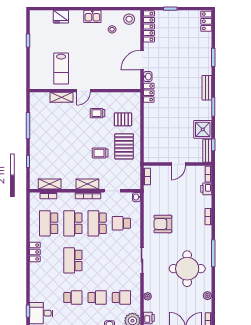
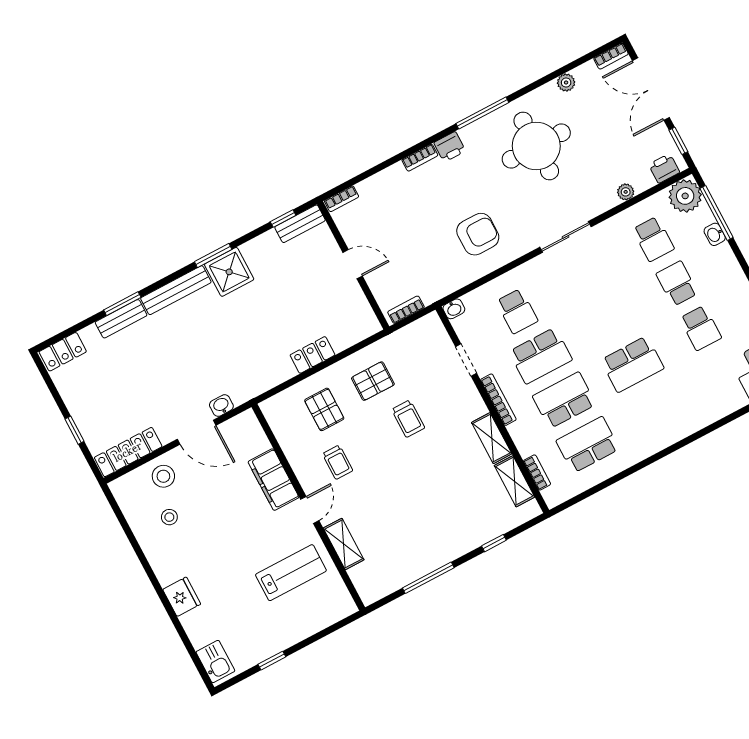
kitchen sink: (92, 16) -> (215, 662), moved
fridge: (61, 17) -> (182, 597), moved
stool: (129, 19) -> (163, 476), moved
bench: (207, 53) -> (121, 319), added
filing cabinet: (105, 82) -> (273, 480), added
bench: (207, 88) -> (176, 290), width x1.36
door: (83, 91) -> (310, 510), hinge flipped
locker: (149, 93) -> (312, 355), moved
shower: (203, 129) -> (229, 272), moved
pallet: (124, 146) -> (373, 381), width x0.67, depth x0.71
shelving: (87, 184) -> (492, 438), moved
printer: (206, 189) -> (450, 147), moved
school desk: (49, 223) -> (588, 445), turned 180
school desk: (73, 223) -> (564, 400), turned 180
armchair: (163, 224) -> (478, 234), turned -90
locker: (35, 252) -> (654, 442), removed
school desk: (73, 298) -> (701, 328), turned 180
school desk: (121, 298) -> (653, 239), turned 180

